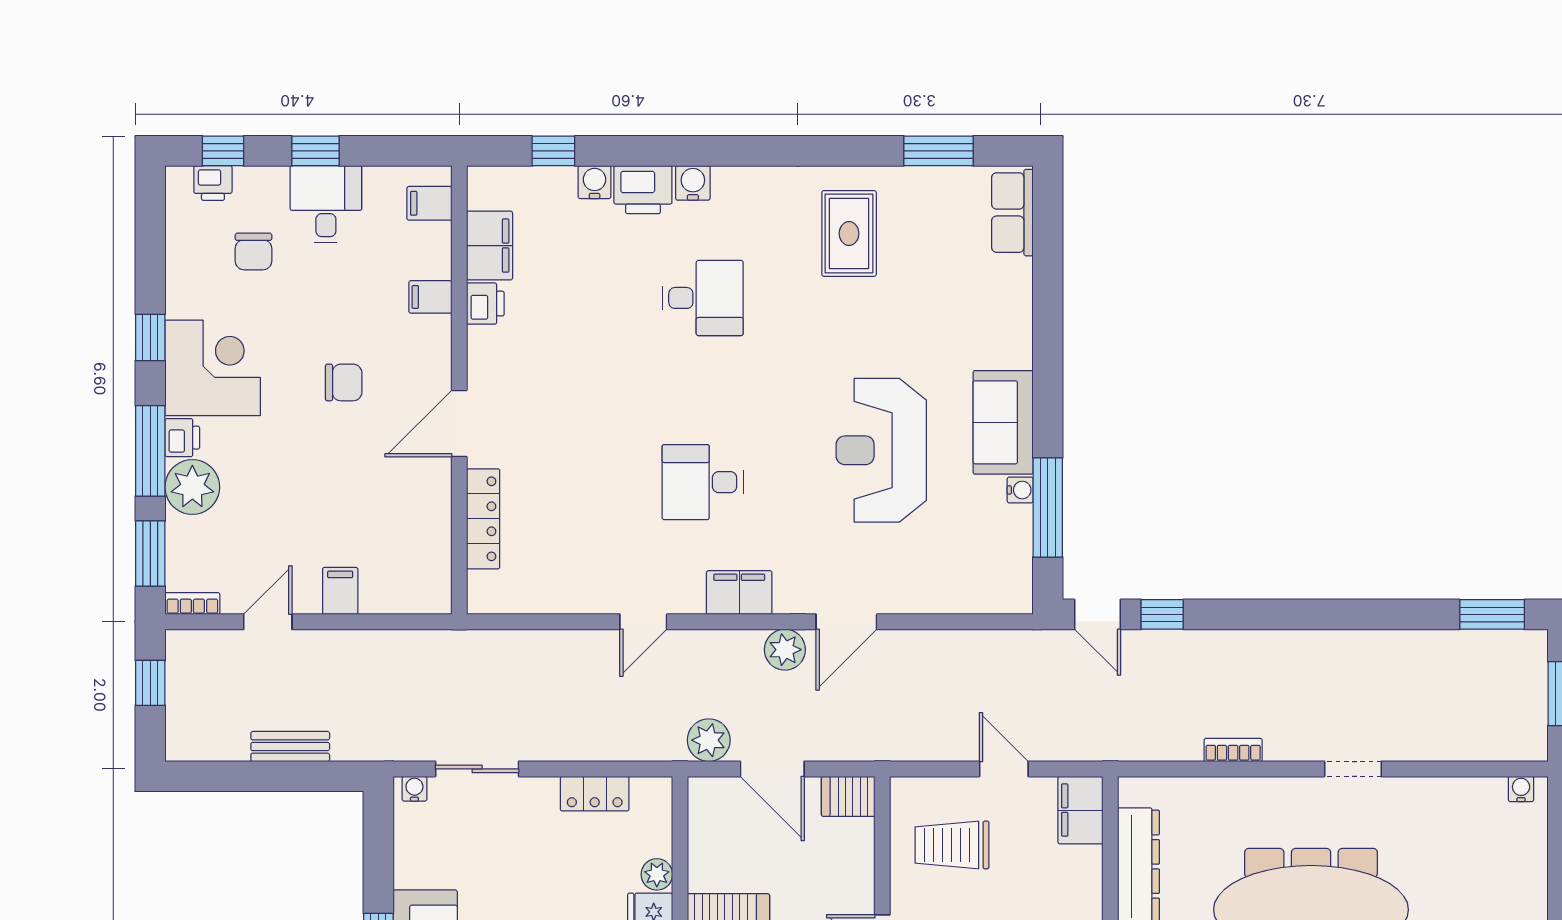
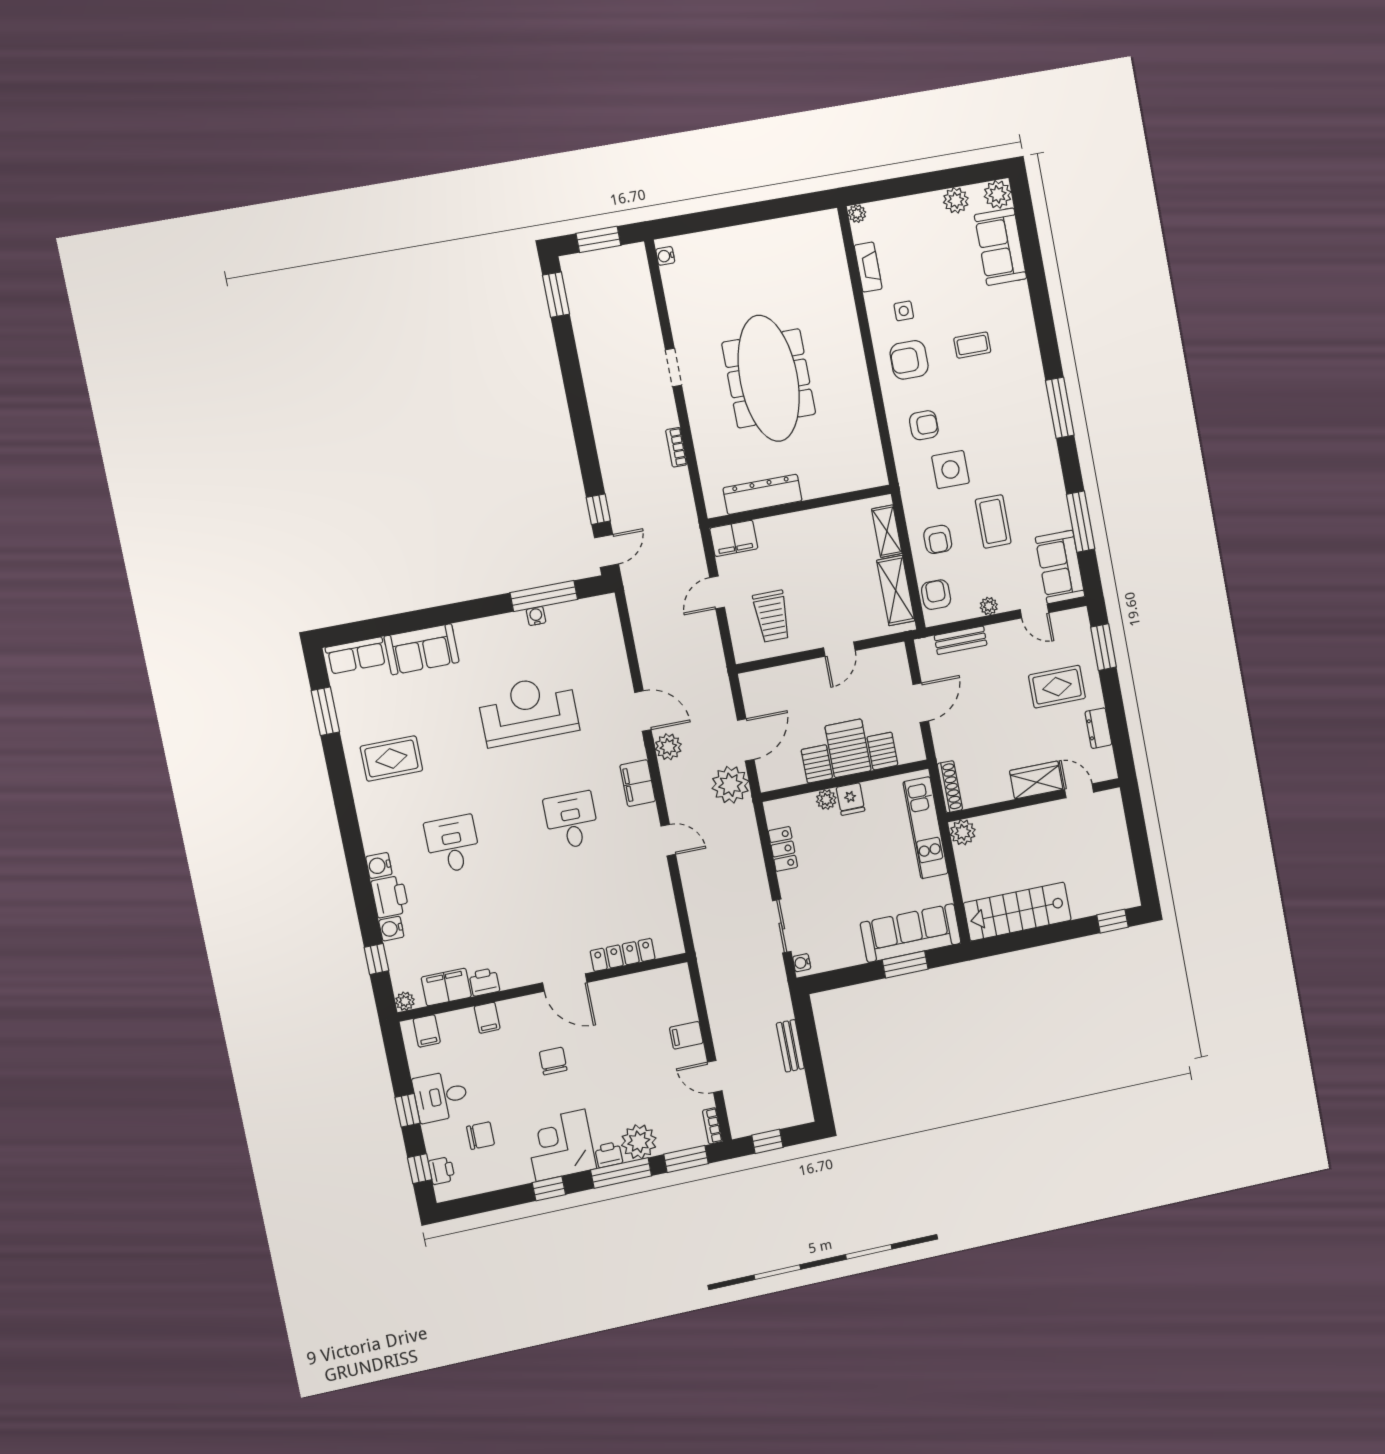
plant: (481, 180) -> (405, 1001), added
sofa: (1003, 422) -> (422, 649), moved
reception desk: (881, 450) -> (528, 710), turned 180
desk: (703, 482) -> (571, 820), turned 180
plant: (709, 740) -> (730, 785), width x1.36, depth x1.36
server rack: (848, 796) -> (817, 764), moved, turned 180

